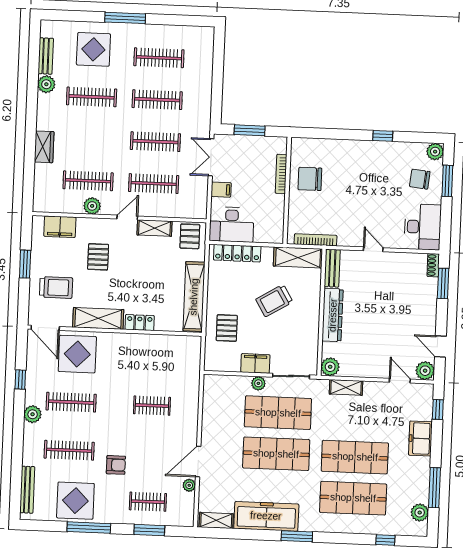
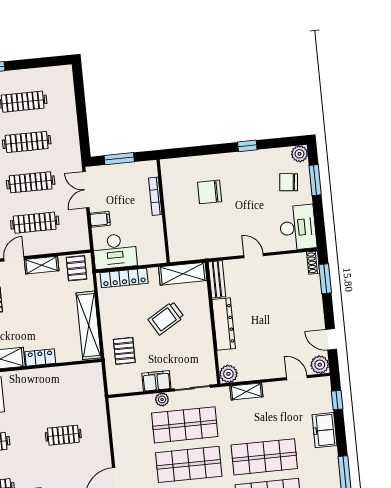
chair: (310, 179) -> (210, 192), moved
bookcase: (316, 240) -> (197, 254), removed

